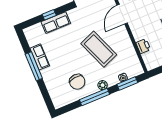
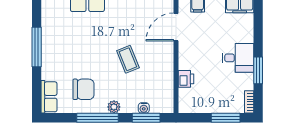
coffee table: (99, 49) -> (128, 59), width x0.54, depth x0.58
row of seats: (40, 57) -> (49, 97), moved
chair: (77, 82) -> (83, 89), turned -84

